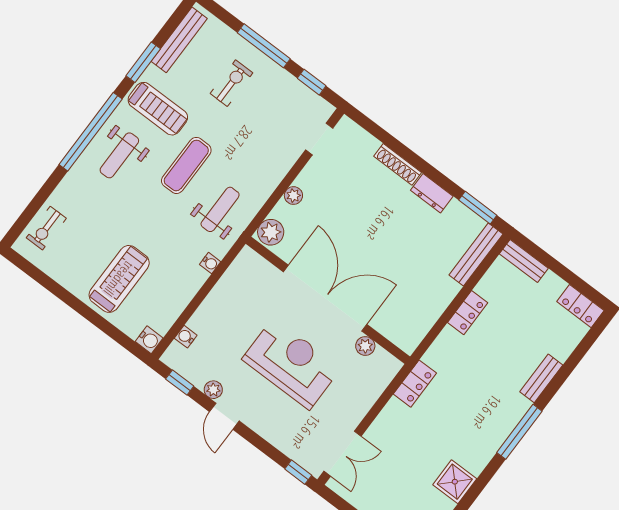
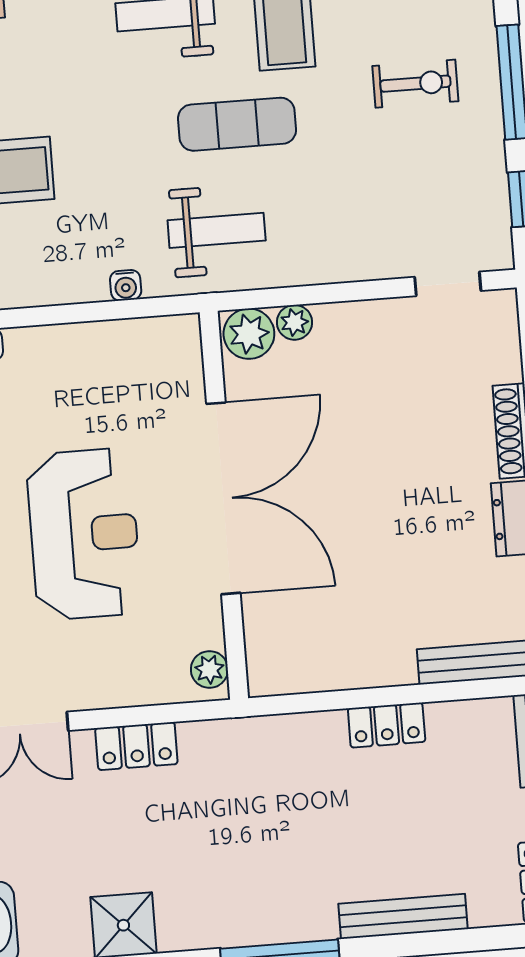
plant: (293, 196) -> (294, 322), moved
plant: (365, 346) -> (209, 669), moved
bench: (541, 378) -> (403, 916), width x1.36
locker: (415, 384) -> (136, 746), moved

